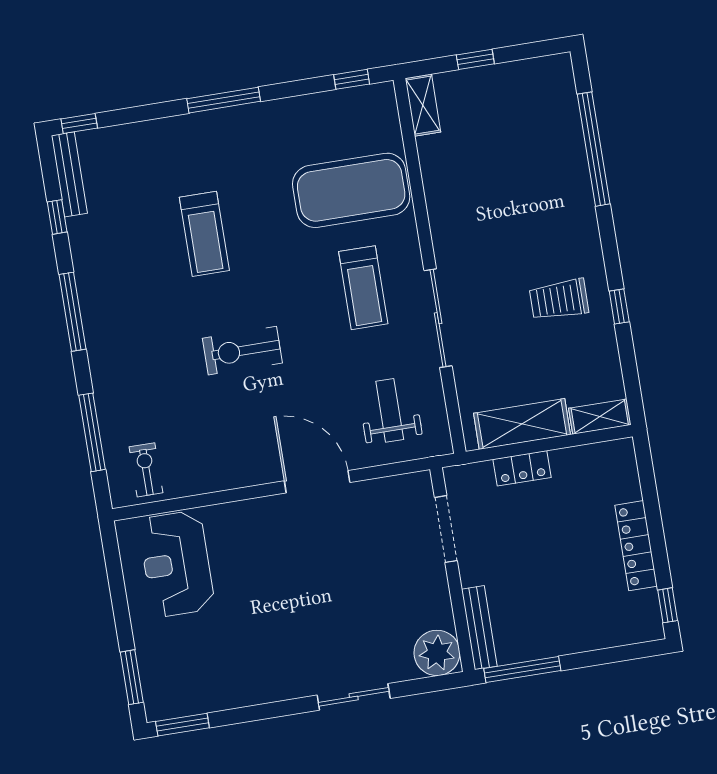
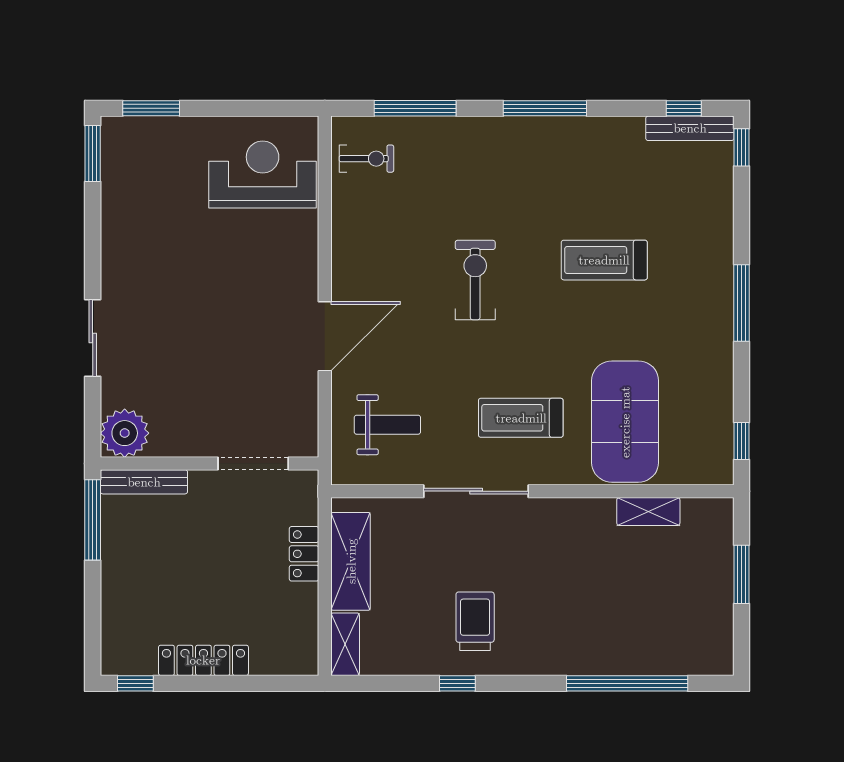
window: (475, 59) -> (742, 574), width x1.50
shelving: (423, 105) -> (648, 511), moved
window: (57, 217) -> (684, 108), moved

